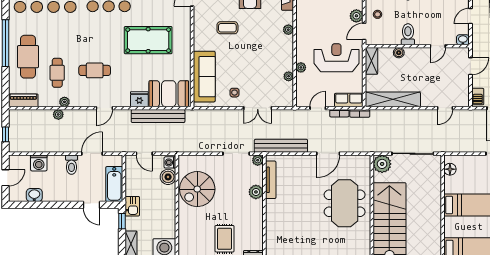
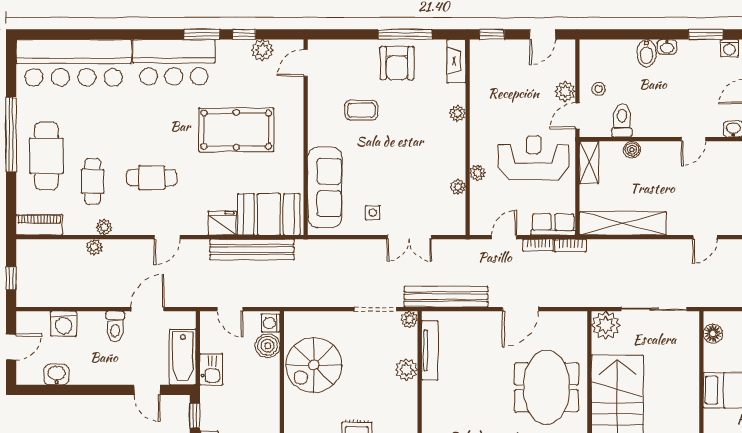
toilet: (408, 34) -> (622, 120), moved
kitchen sink: (132, 206) -> (211, 369), moved

